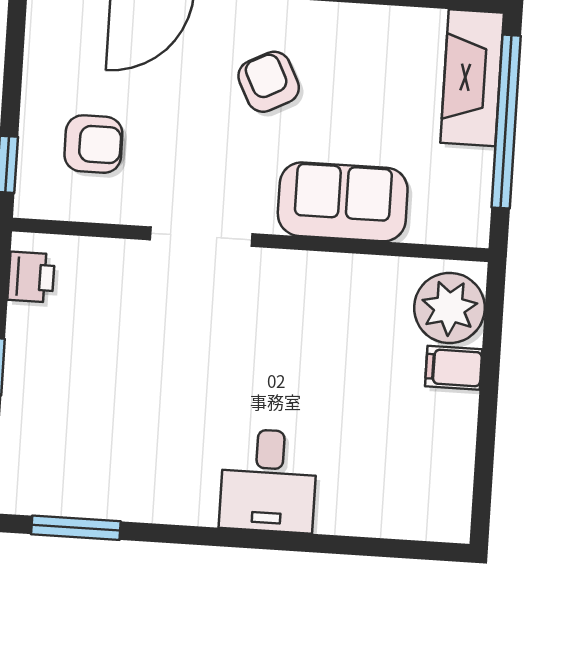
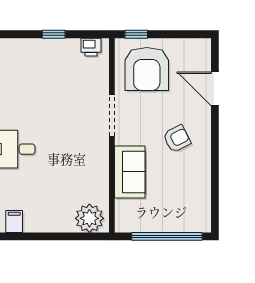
fireplace: (472, 78) -> (184, 221), removed
armchair: (93, 144) -> (147, 69), width x1.88, depth x1.88
filing cabinet: (454, 368) -> (14, 222), moved

